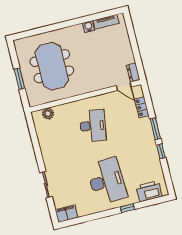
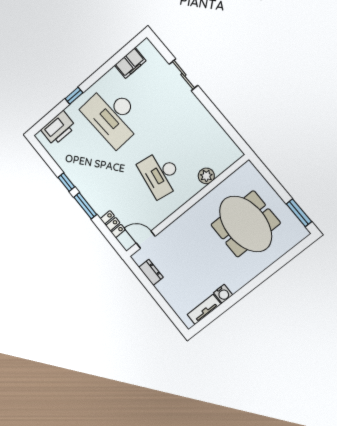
dresser: (133, 73) -> (151, 272), moved
window: (19, 79) -> (299, 213), moved
plant: (48, 114) -> (206, 176), moved
filing cabinet: (67, 214) -> (130, 63), moved

